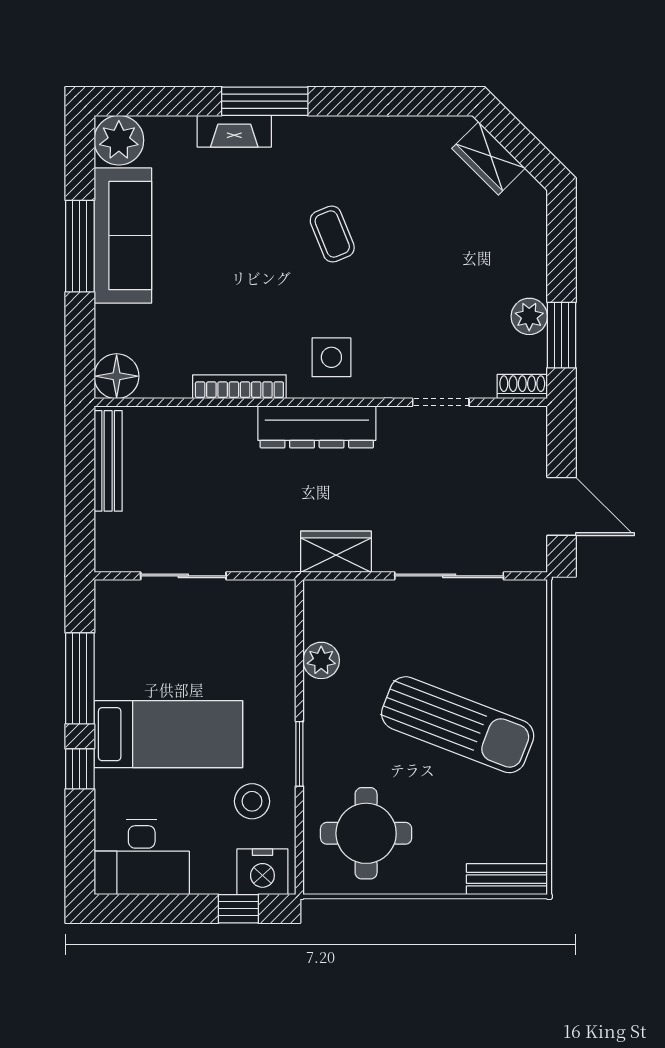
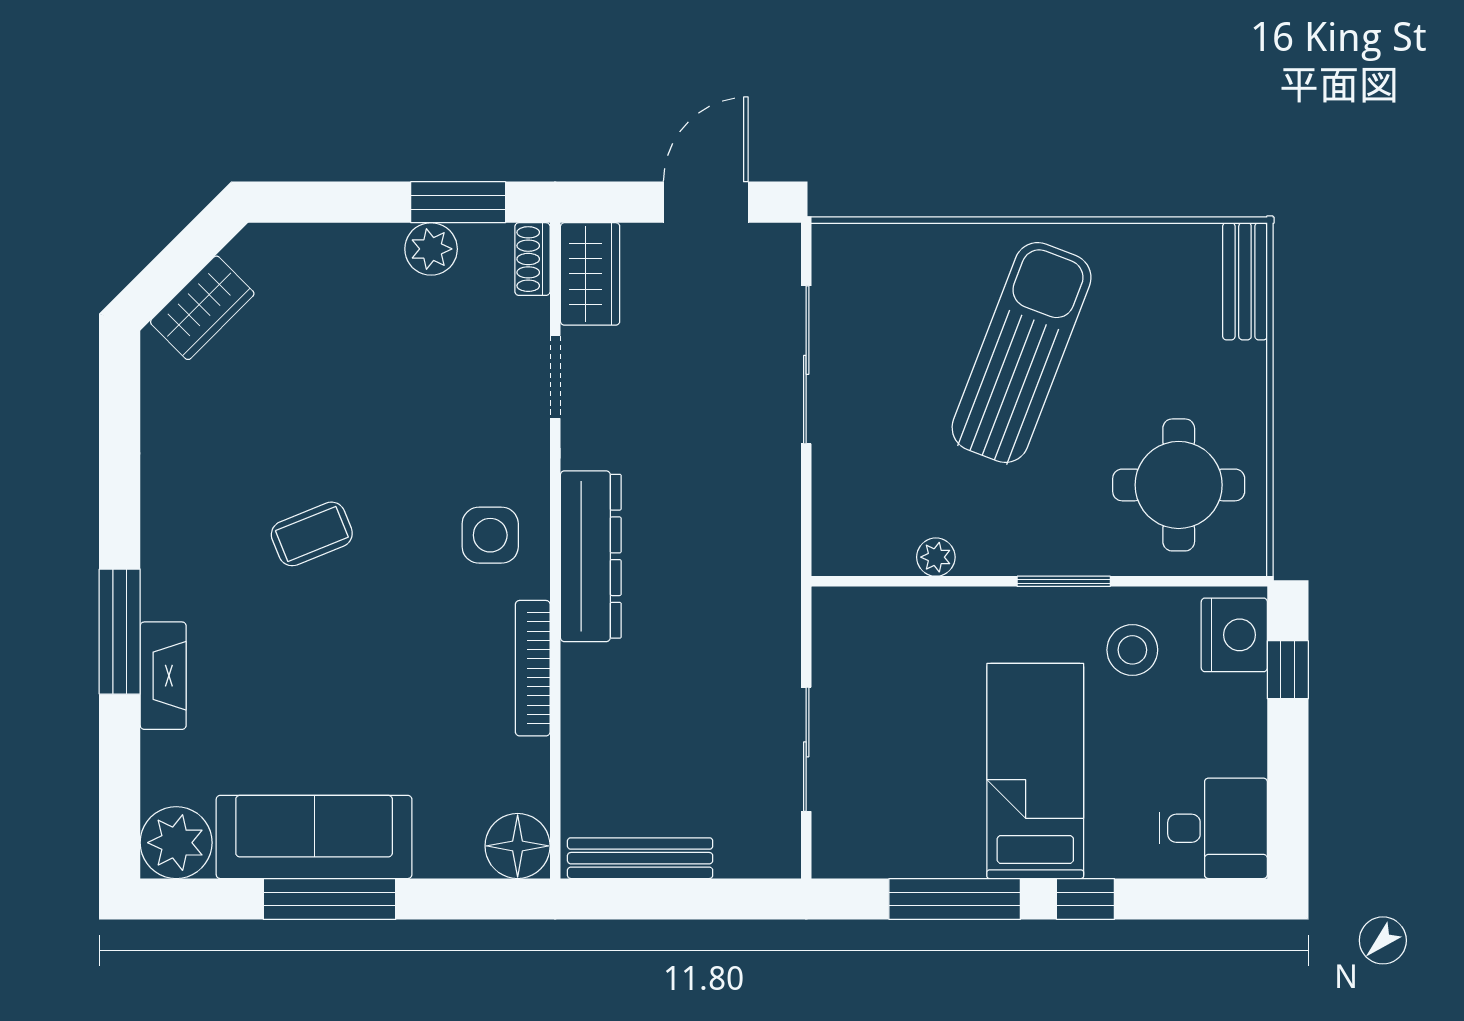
wardrobe: (336, 552) -> (590, 274), moved, turned 180
plant: (321, 660) -> (936, 557), width x0.73, depth x0.73
desk: (142, 857) -> (1213, 828), width x0.73

